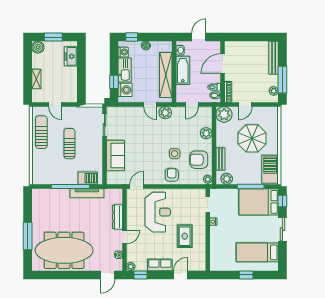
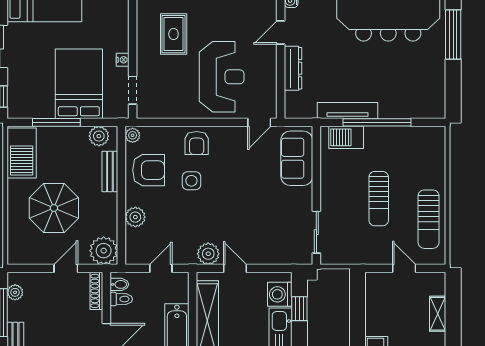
sofa: (115, 156) -> (297, 158), moved
bed: (259, 202) -> (79, 84), moved, turned -90
reception desk: (158, 212) -> (222, 77), turned 180

